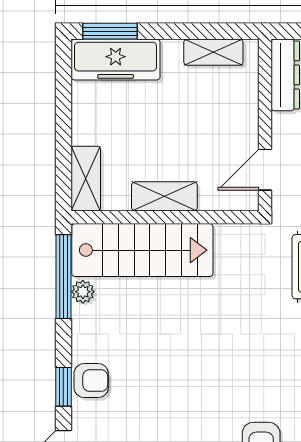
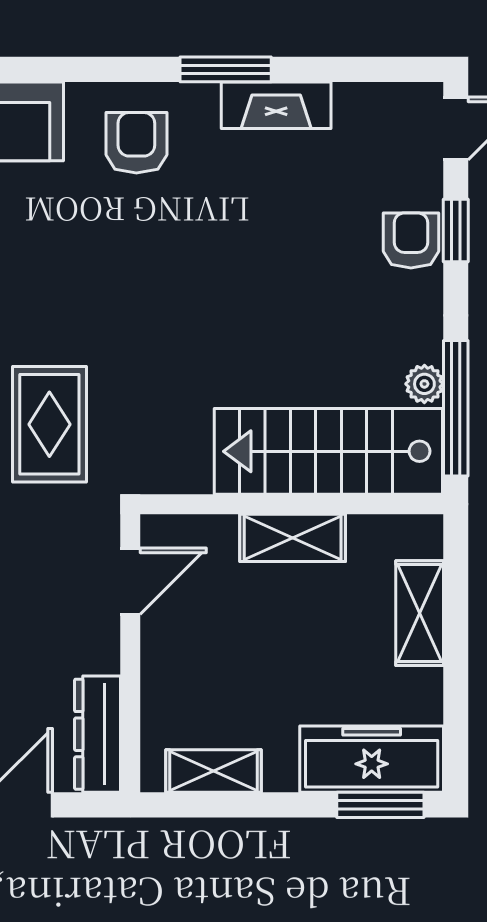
shelving: (86, 179) -> (420, 613), moved
armchair: (91, 381) -> (411, 240), turned 90

